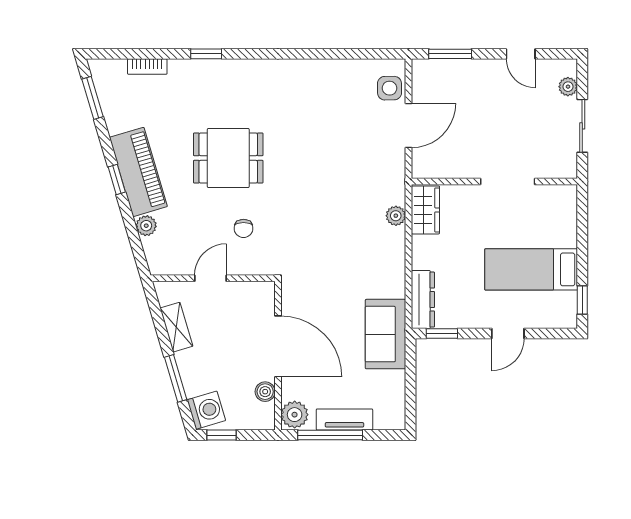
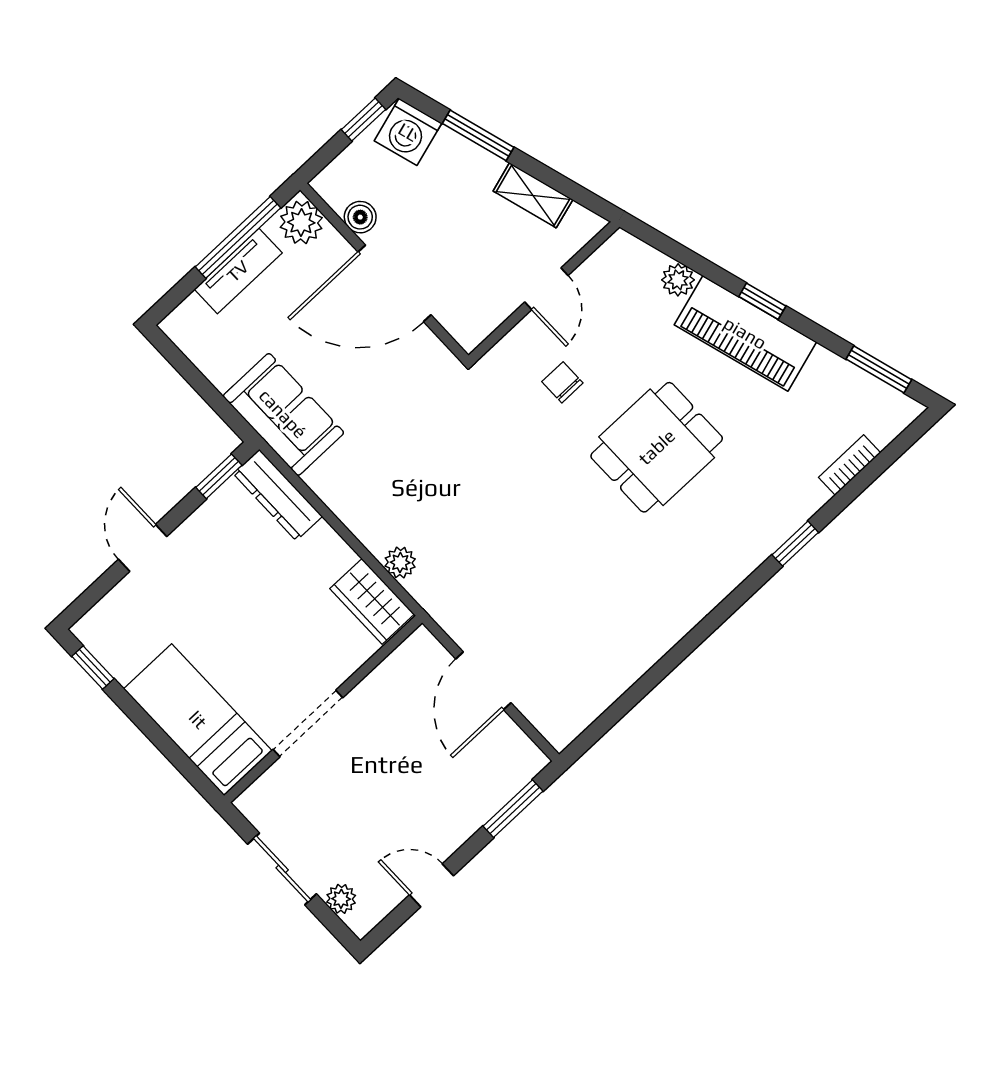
side table: (390, 88) -> (546, 703), removed
bed: (531, 269) -> (198, 720), moved, turned -90

